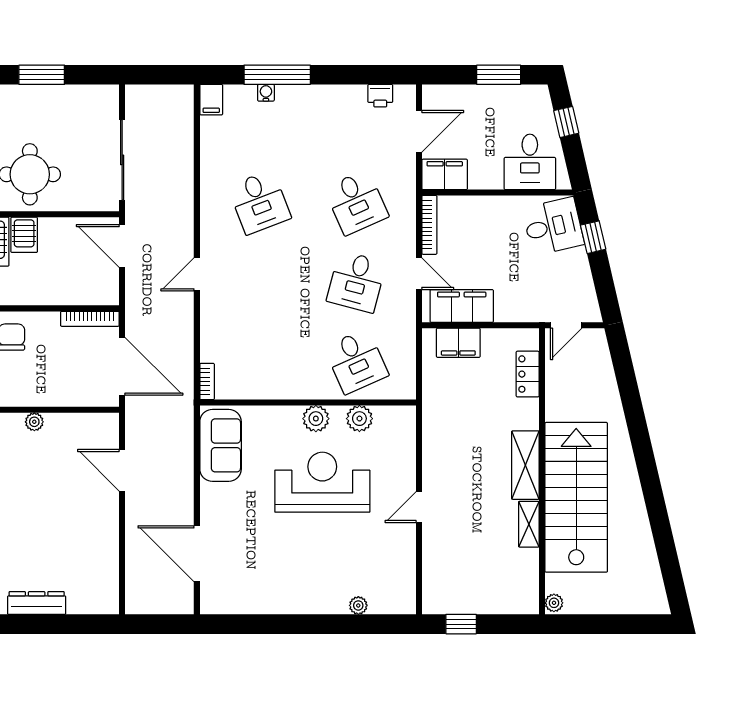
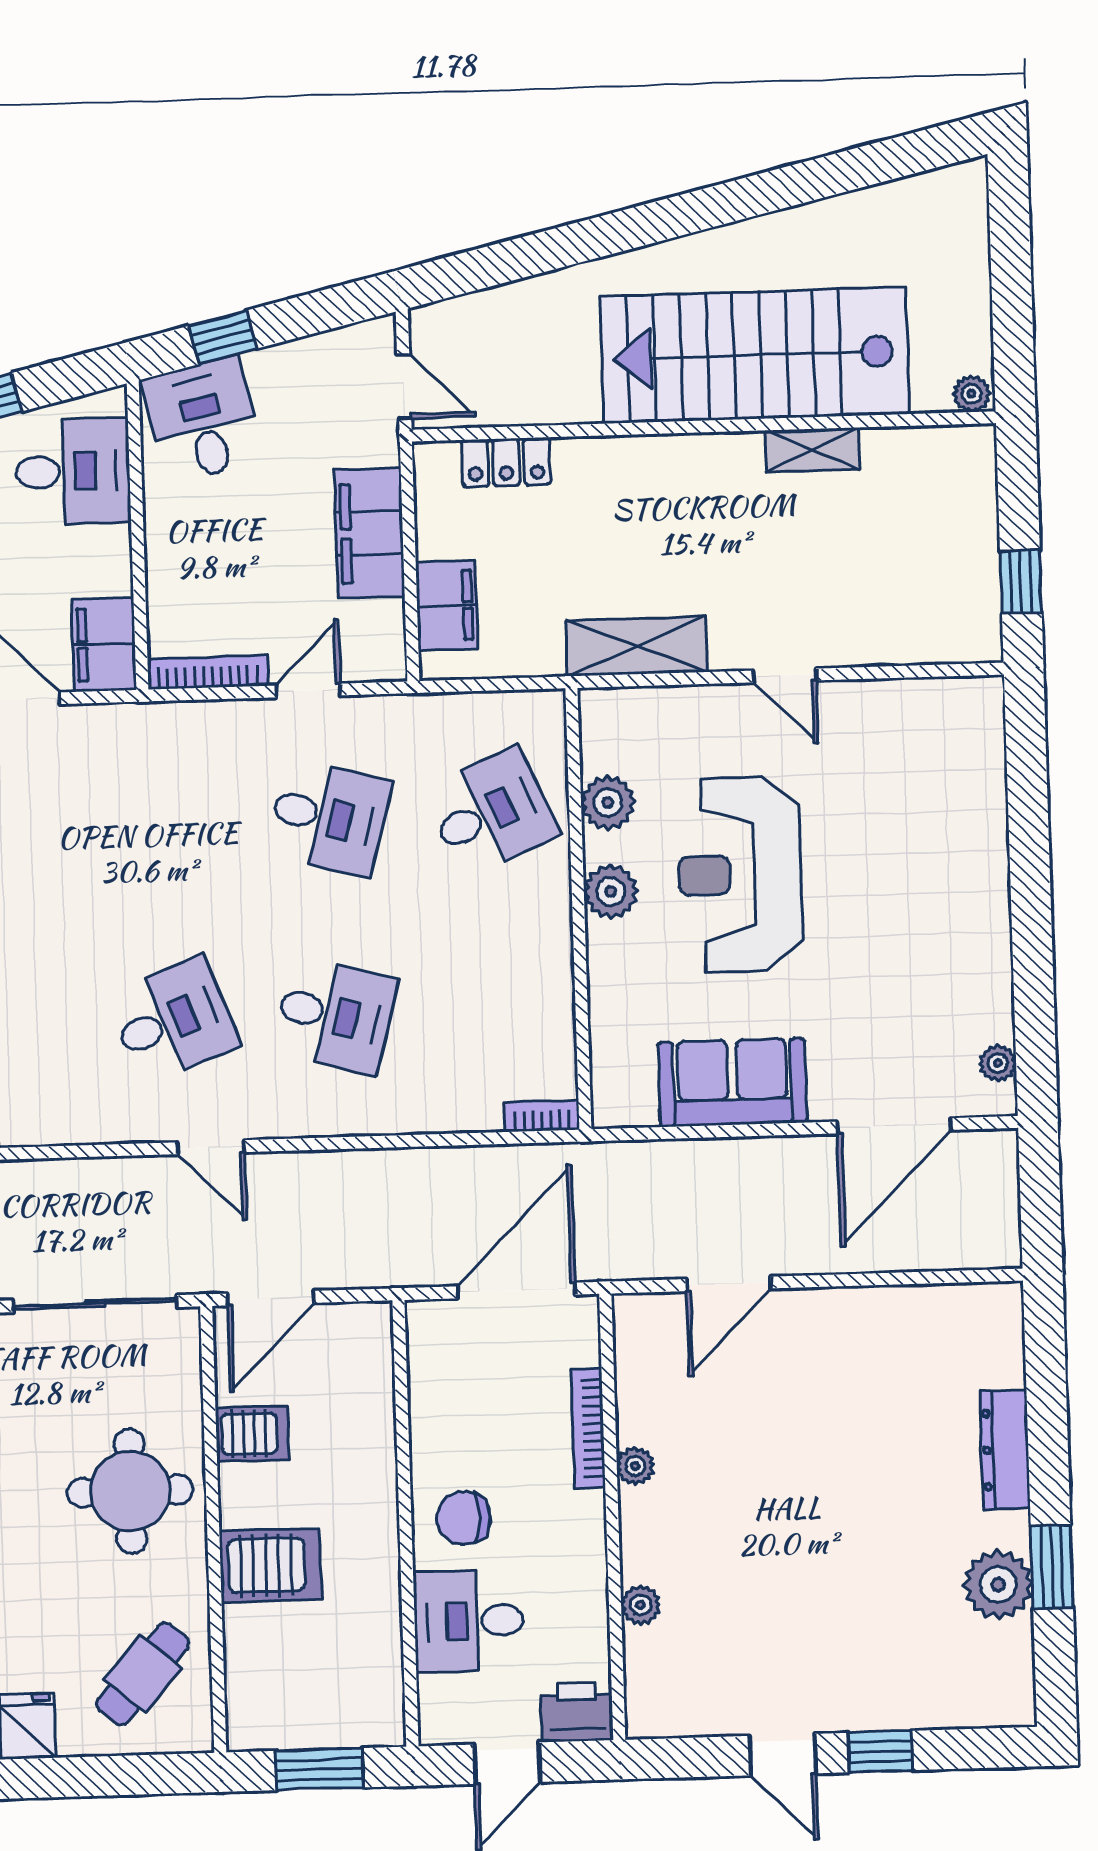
desk: (356, 202) -> (335, 1015), moved, turned 39
server rack: (24, 235) -> (252, 1434), moved
door: (197, 274) -> (211, 1147), moved
filing cabinet: (462, 306) -> (369, 533), moved
bookcase: (90, 319) -> (588, 1428), moved, turned 180
sofa: (221, 445) -> (732, 1082), moved
shelving: (525, 465) -> (637, 646), moved
plant: (358, 605) -> (998, 1063), moved

